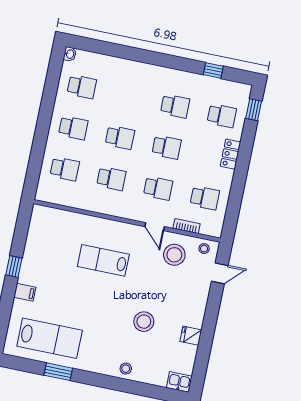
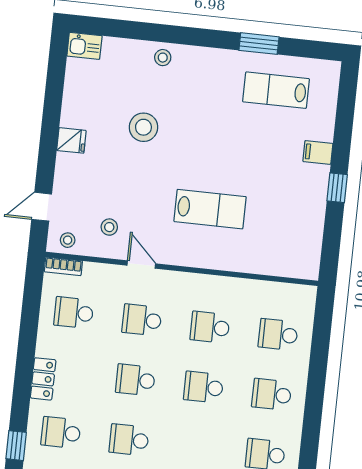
bookcase: (187, 226) -> (63, 266), moved
stool: (174, 255) -> (109, 227), width x0.53, depth x0.53
fridge: (191, 336) -> (71, 140), moved
lab bench: (50, 338) -> (276, 90), width x0.73, depth x0.72

